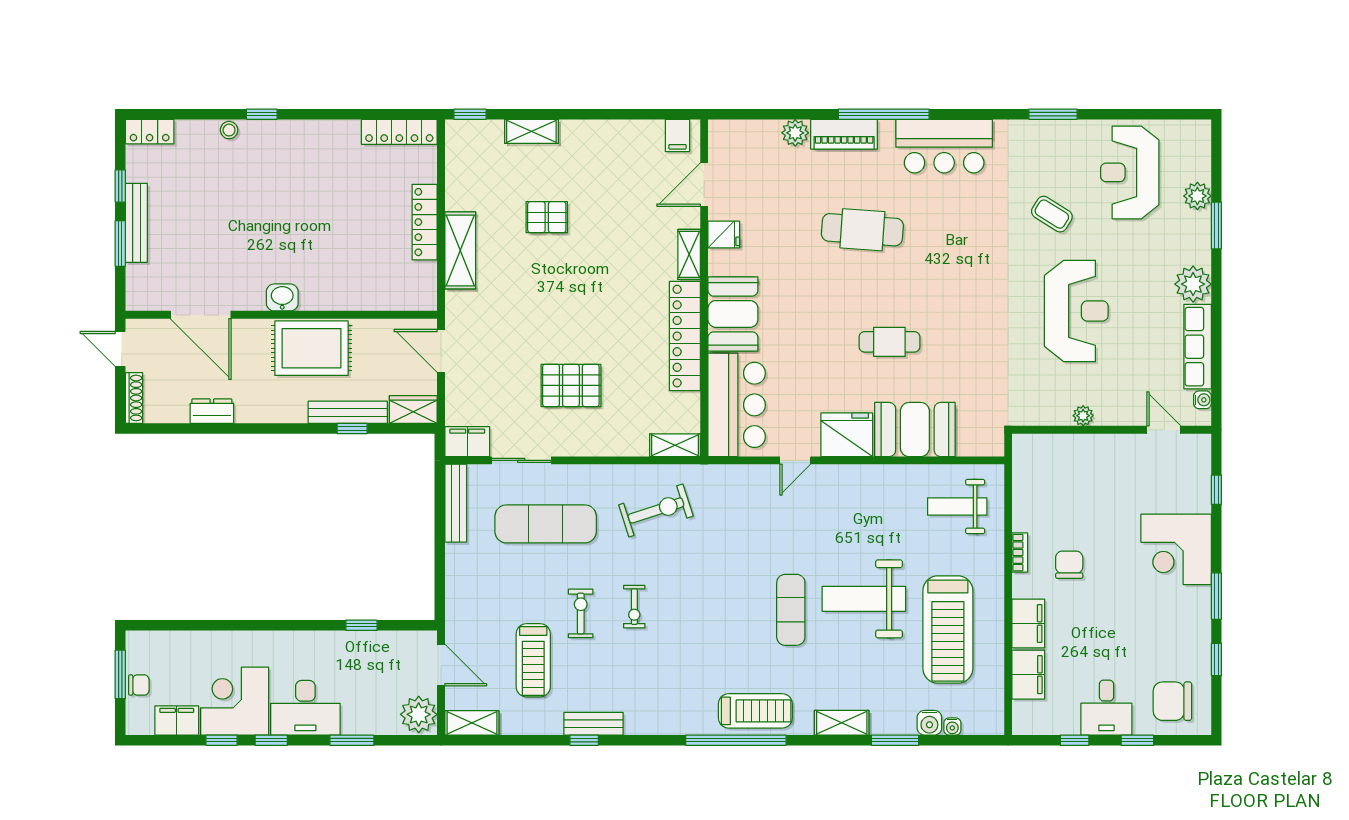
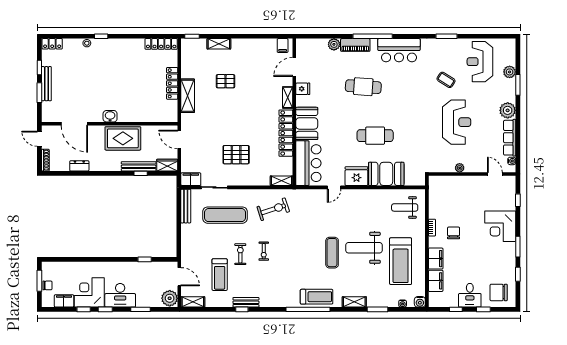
cafe table: (889, 342) -> (375, 136), width x1.37, depth x1.35
water cooler: (929, 723) -> (420, 302), moved

